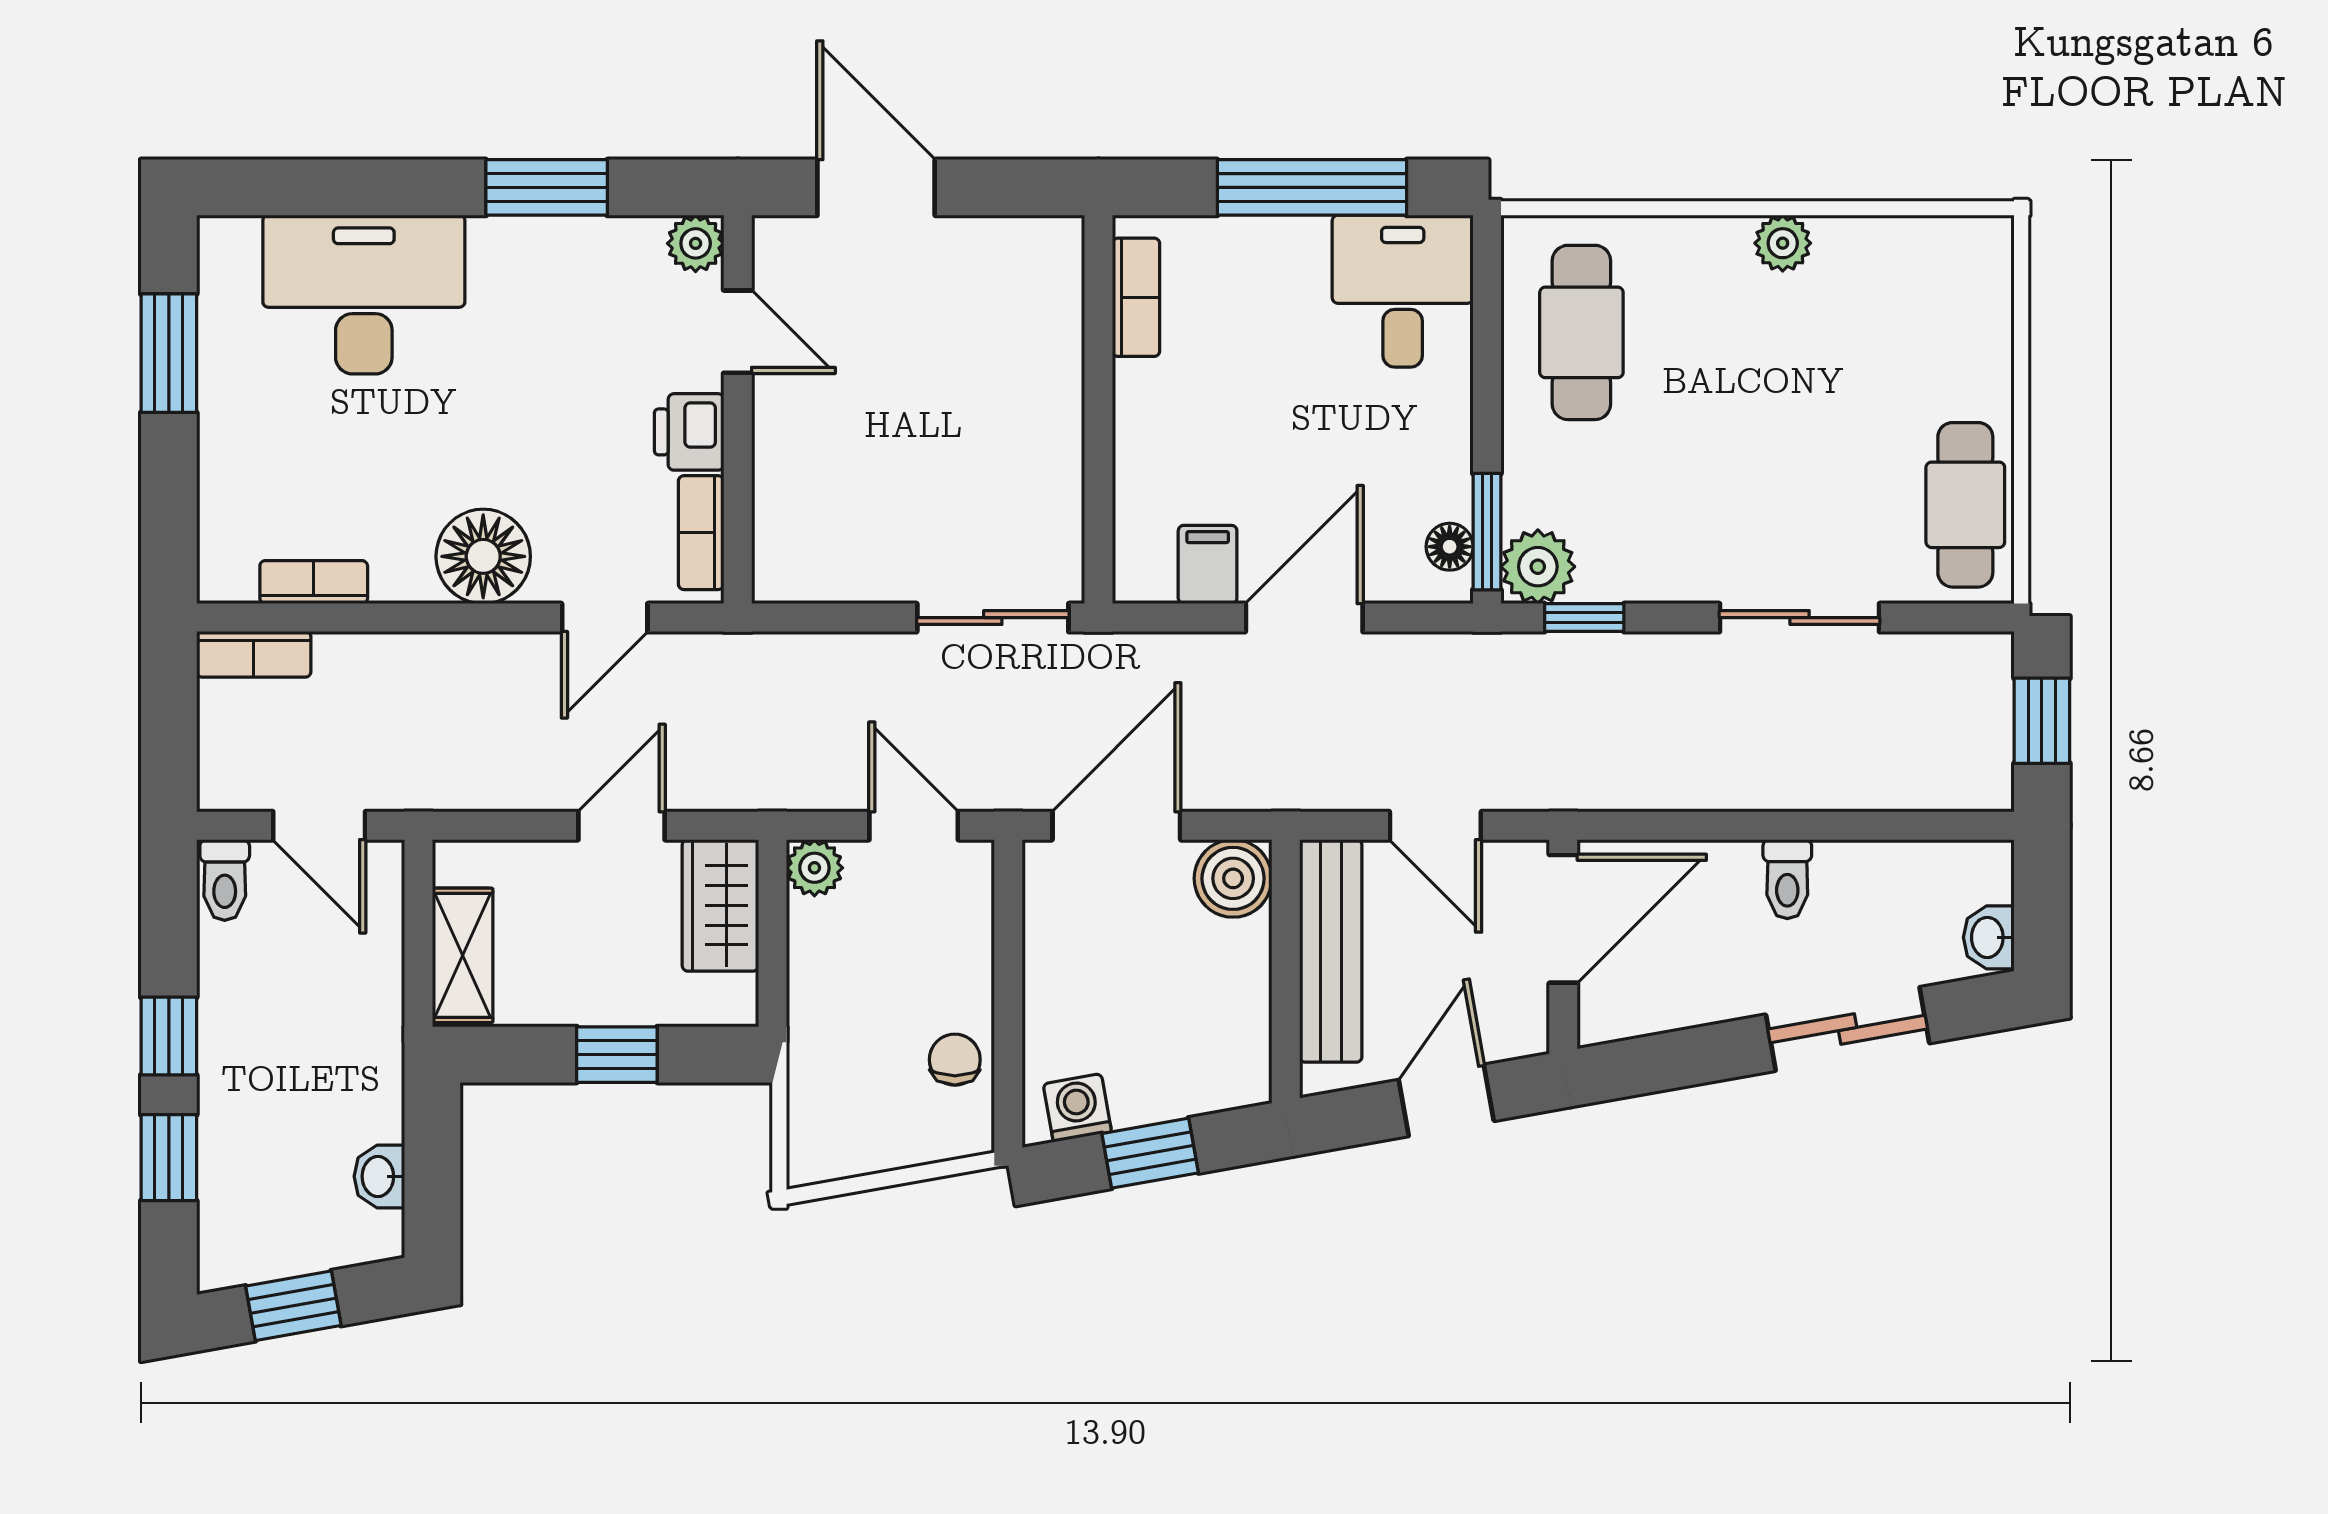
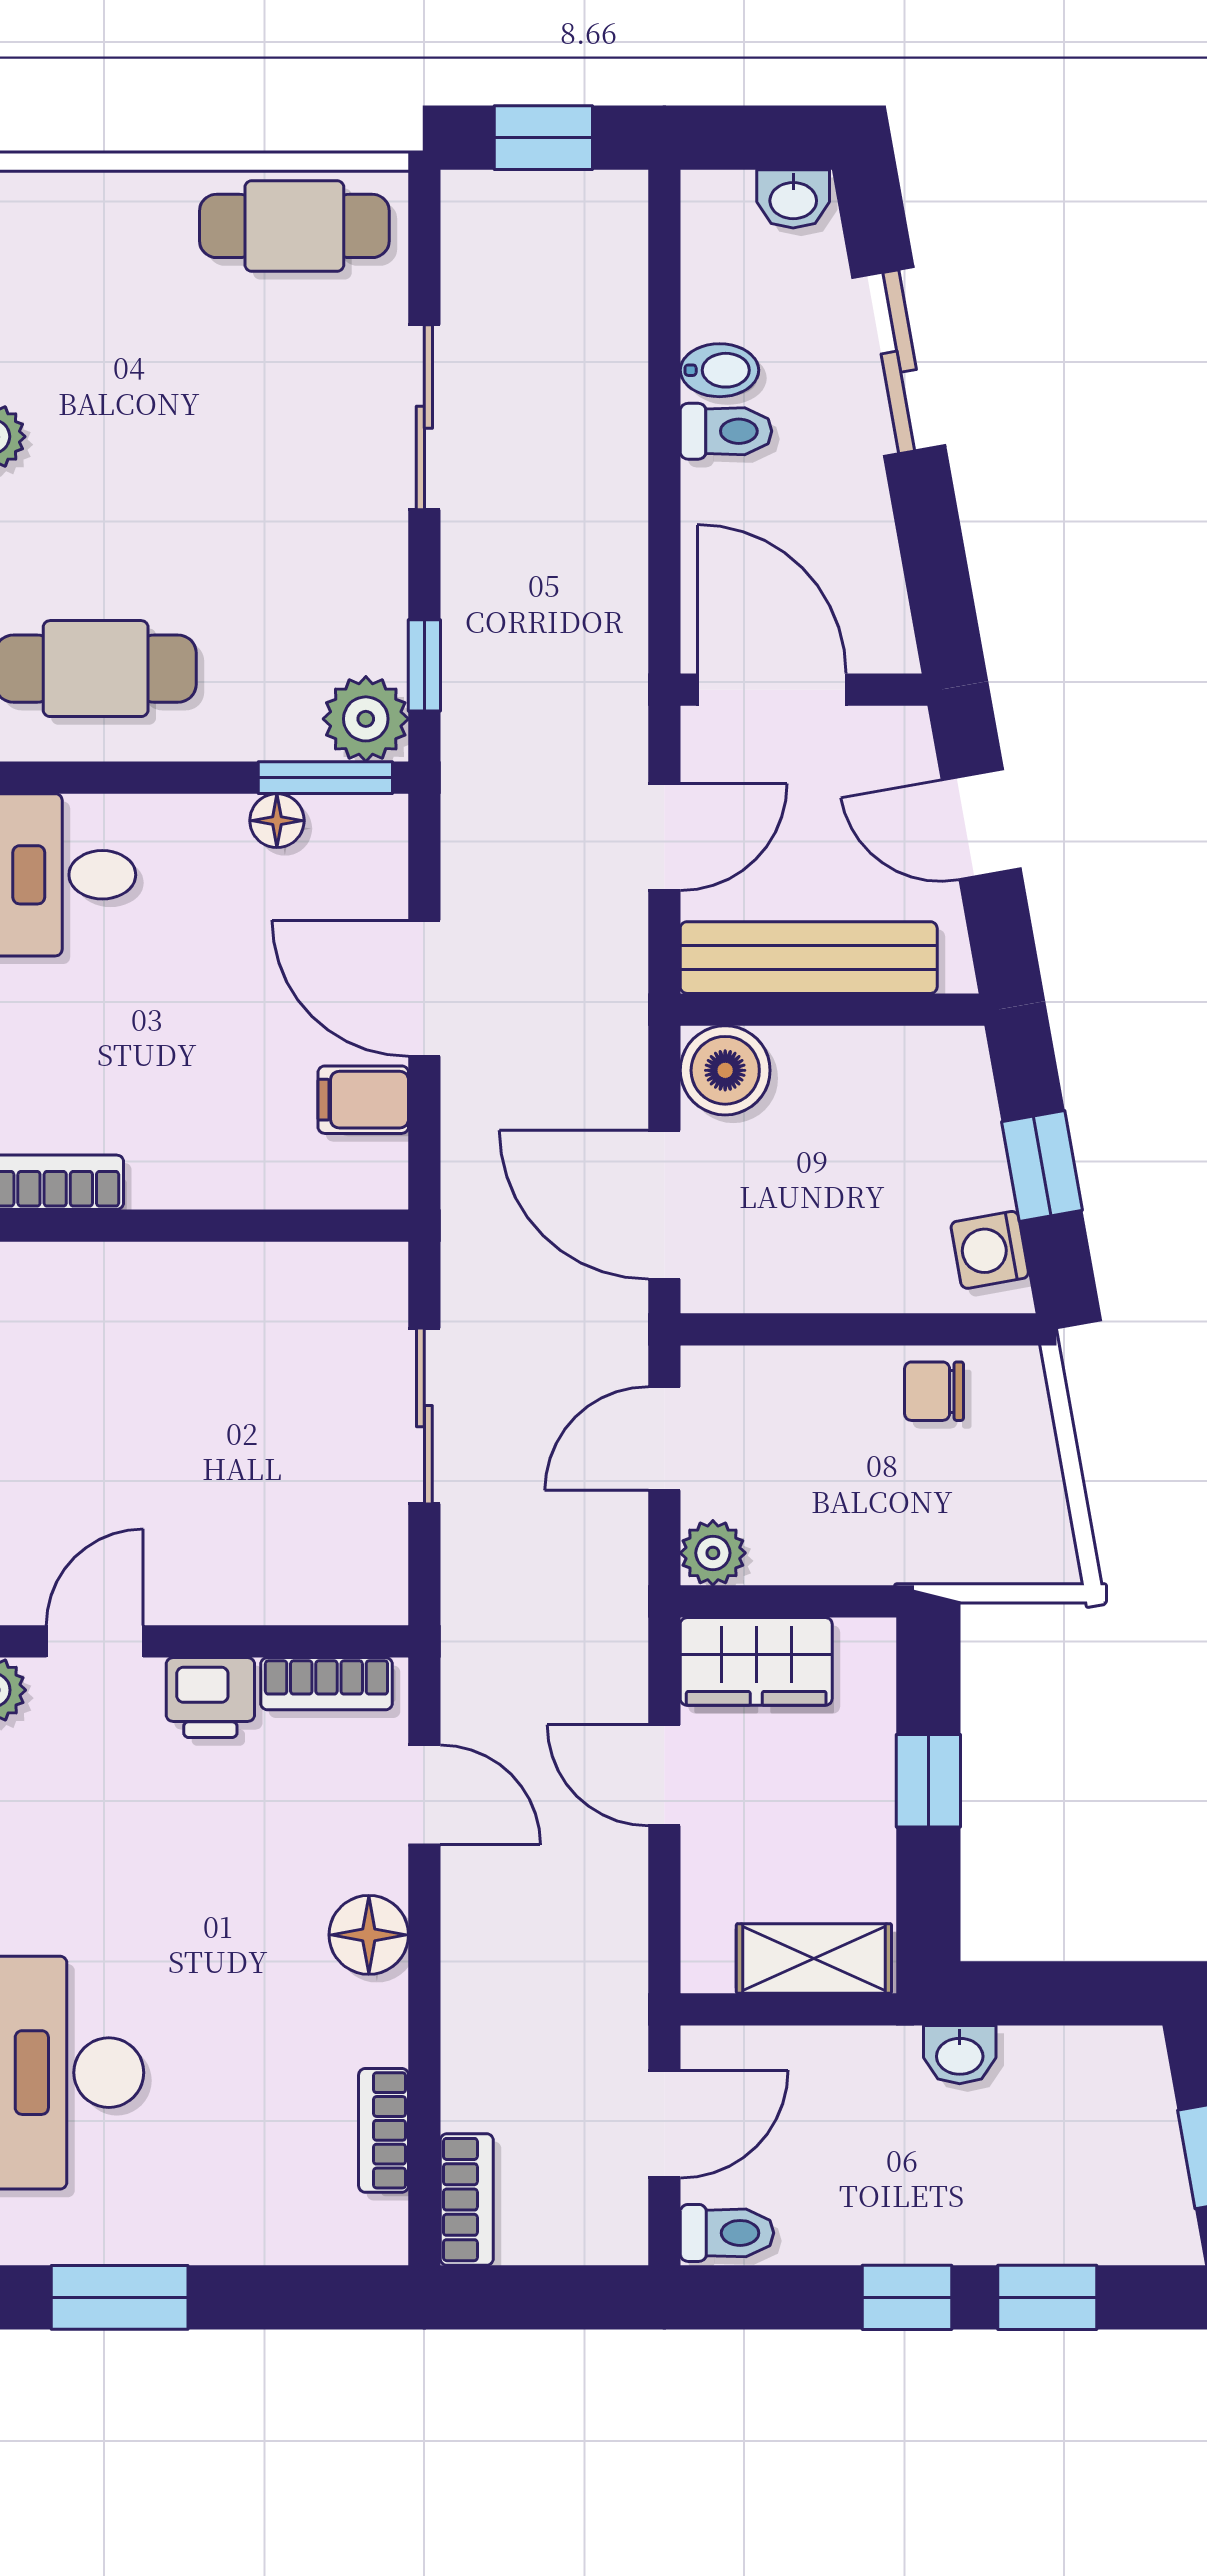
floor lamp: (1450, 547) -> (277, 821), moved
floor lamp: (483, 556) -> (369, 1935), width x0.73, depth x0.73
sliding door: (993, 618) -> (424, 1416), moved
bidet: (1840, 873) -> (720, 370), added
washbasin: (379, 1176) -> (960, 2055), moved

